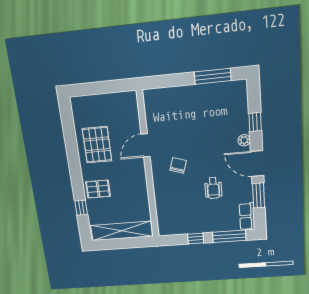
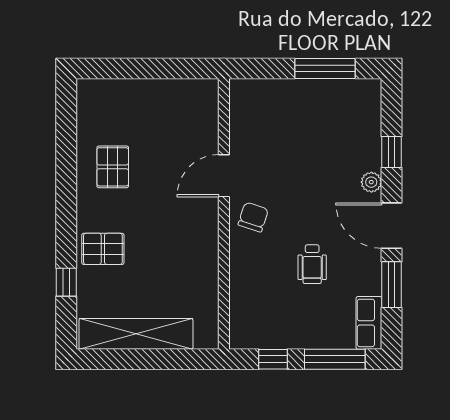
pallet: (97, 145) -> (113, 167), width x0.67, depth x0.71
door: (146, 145) -> (224, 176), moved
wall: (148, 166) -> (224, 214), moved

